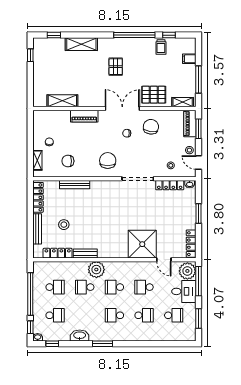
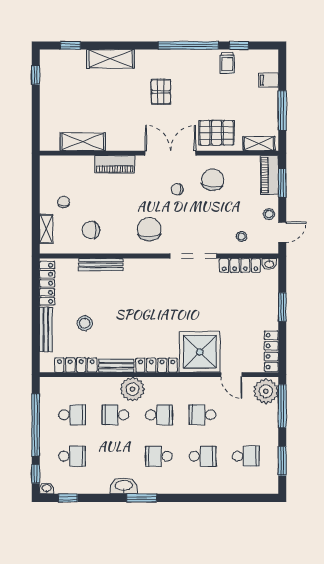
door: (198, 162) -> (282, 232), swing flipped
locker: (113, 253) -> (157, 365), added
school desk: (114, 287) -> (159, 415), turned 180
desk: (184, 291) -> (261, 421), removed
washbasin: (80, 336) -> (124, 486), moved

